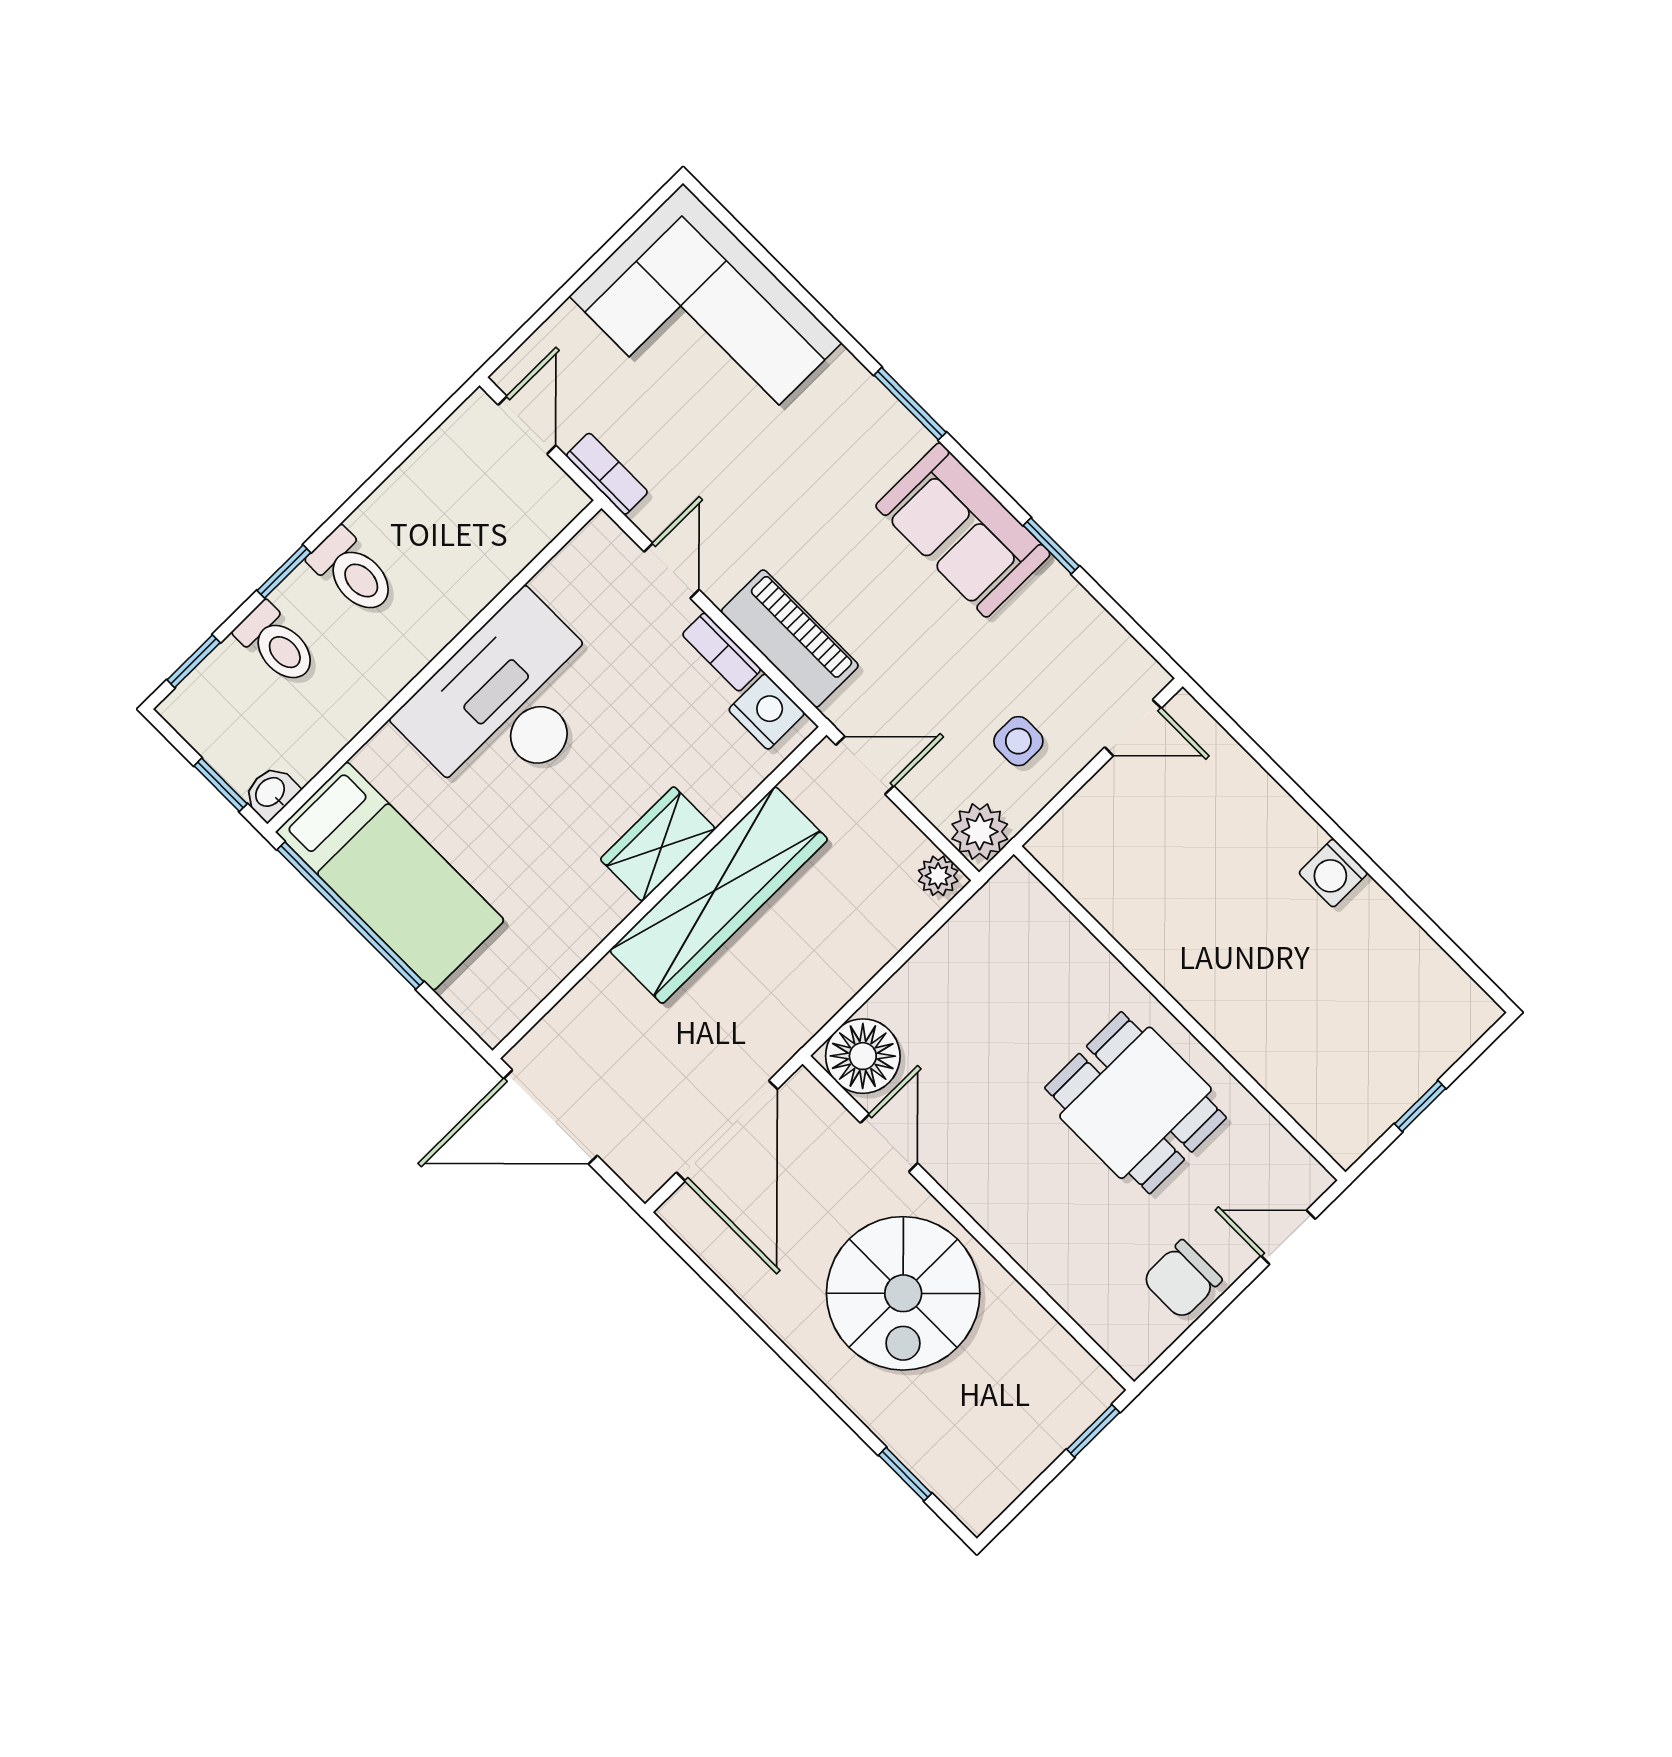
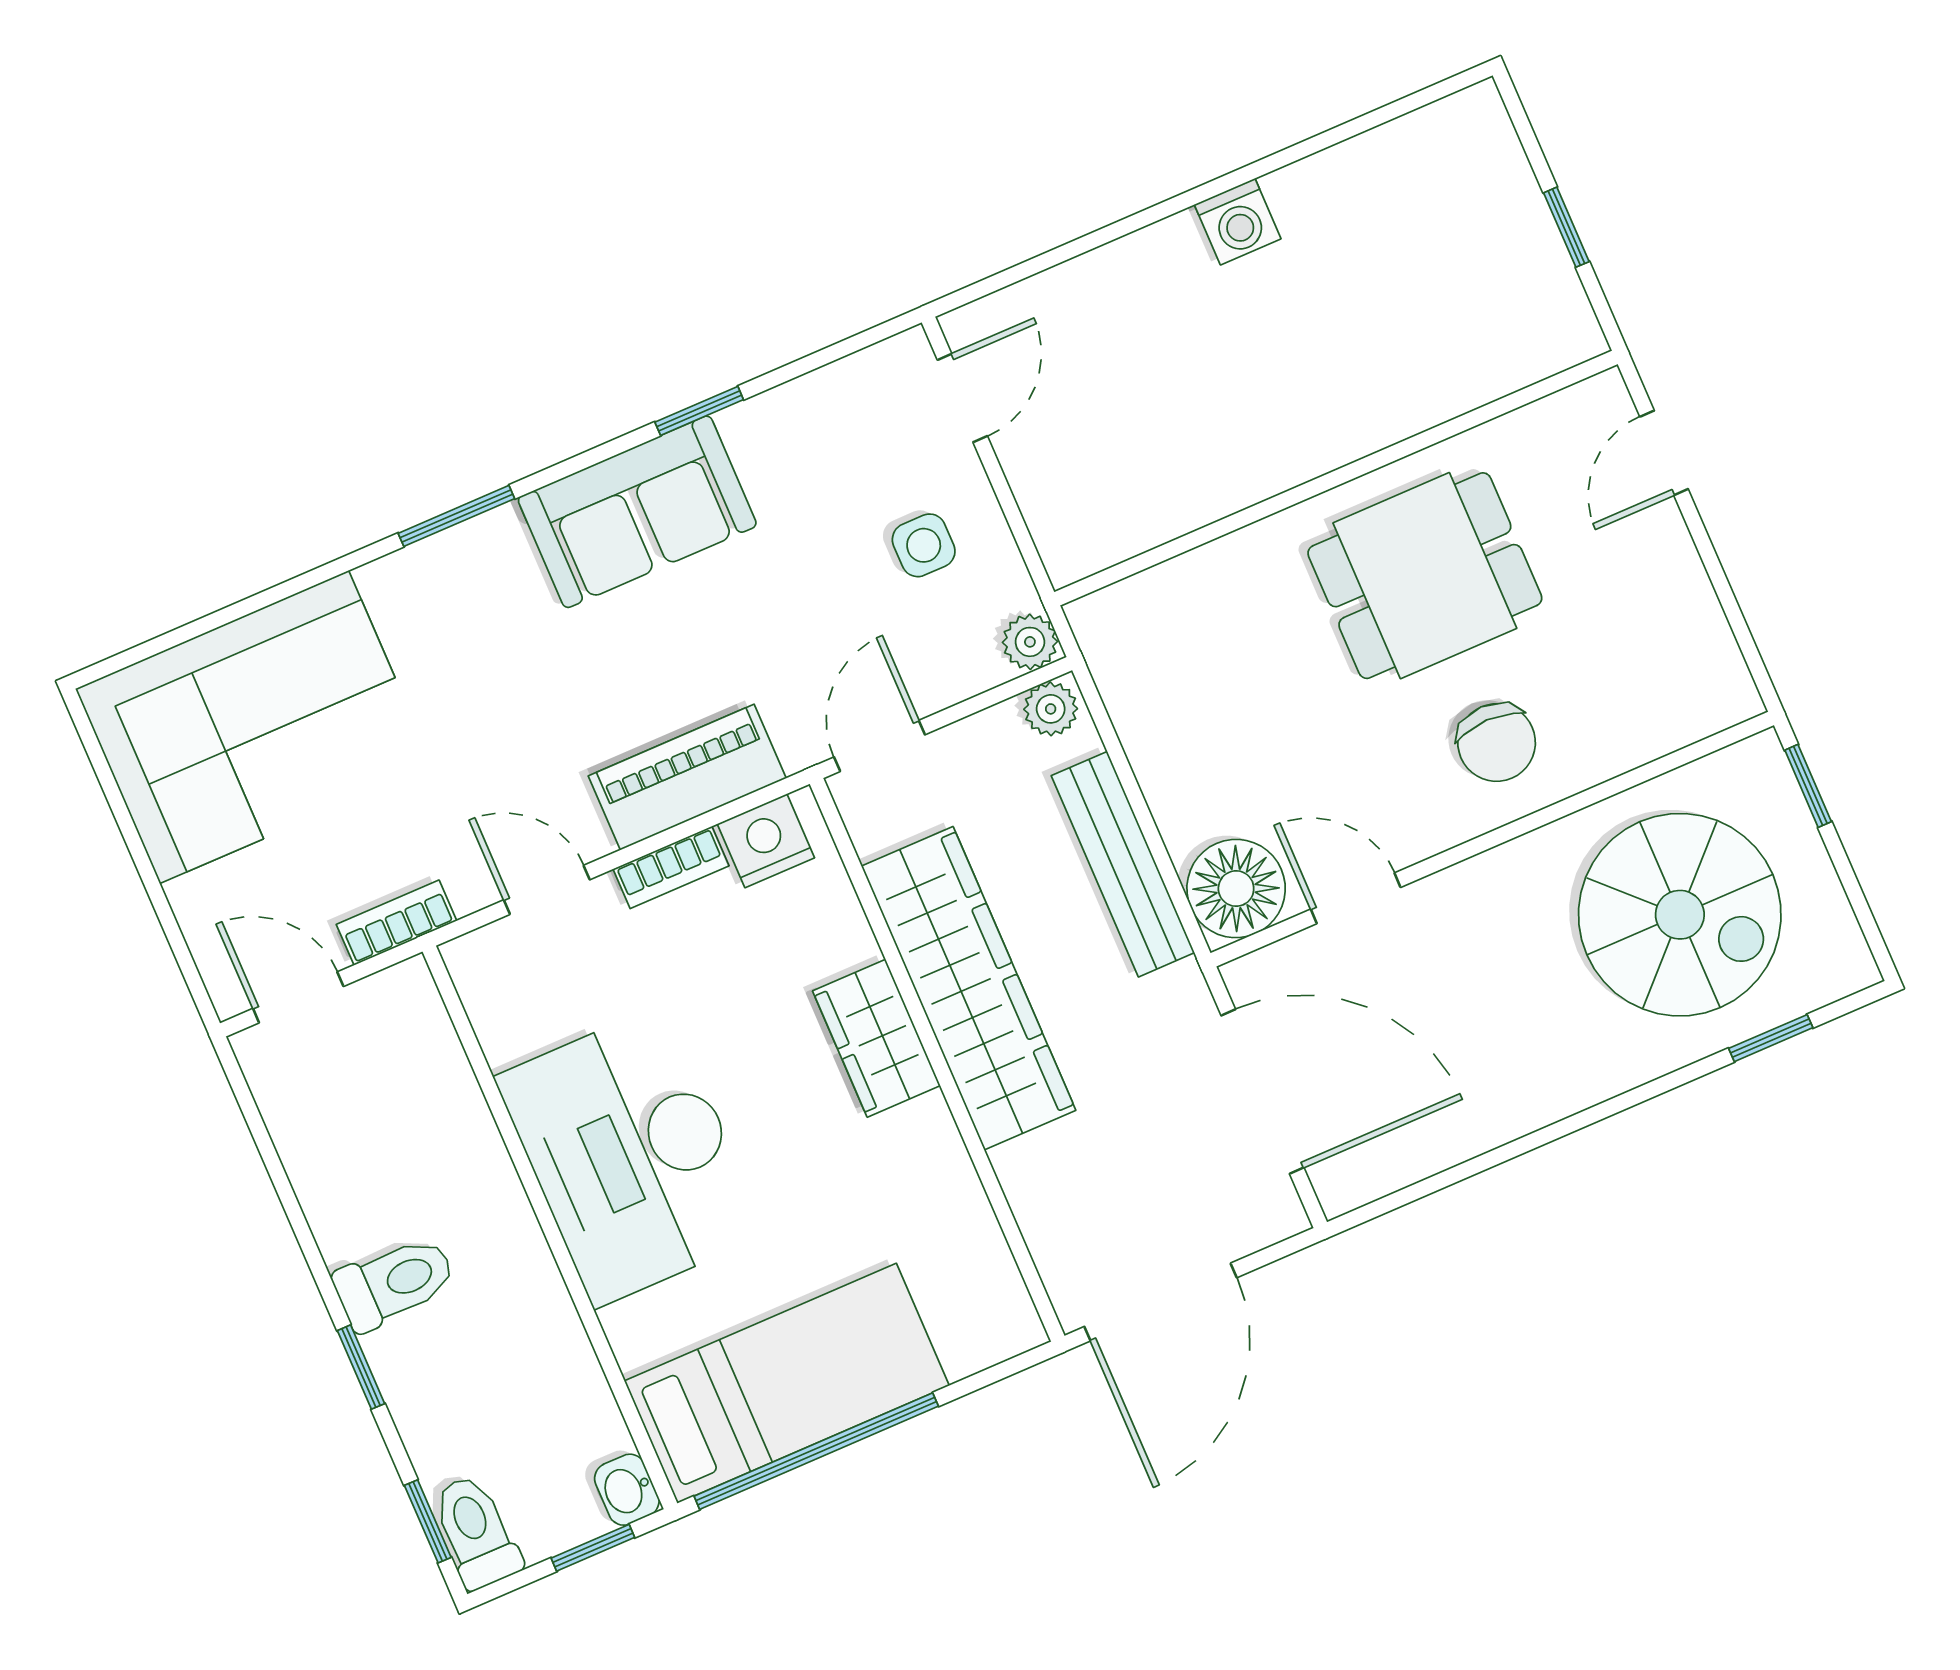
toilet: (277, 644) -> (476, 1532), moved, turned -90
plant: (980, 832) -> (1030, 642), width x0.73, depth x0.73
bench: (849, 970) -> (1123, 864), added
chair: (1182, 1280) -> (1497, 743), moved
spiral stairs: (903, 1293) -> (1680, 915), moved

